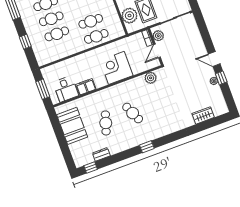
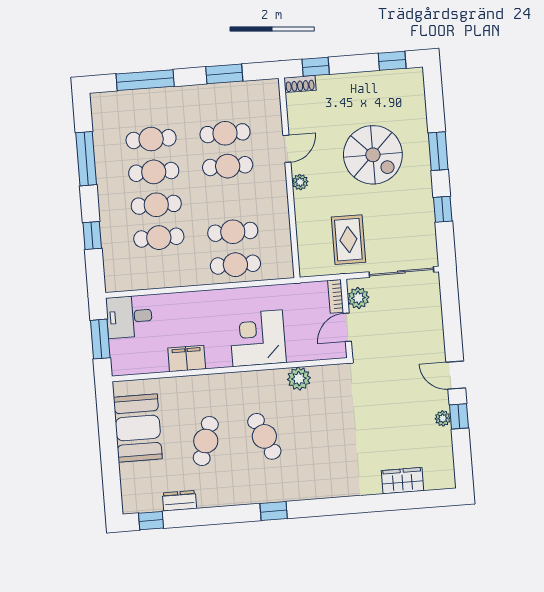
plant: (129, 16) -> (313, 242), removed
plant: (151, 78) -> (299, 379), moved
desk: (66, 89) -> (129, 317), moved, turned 90

